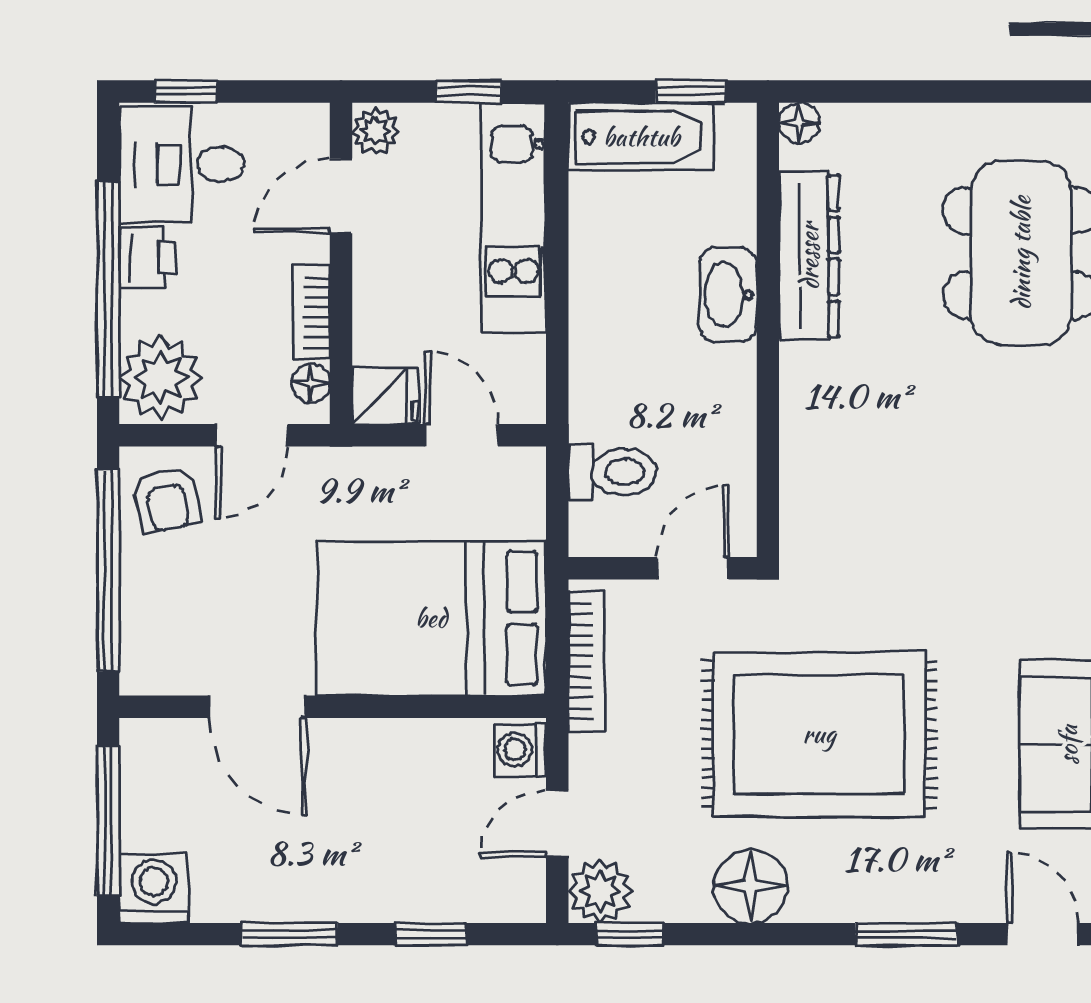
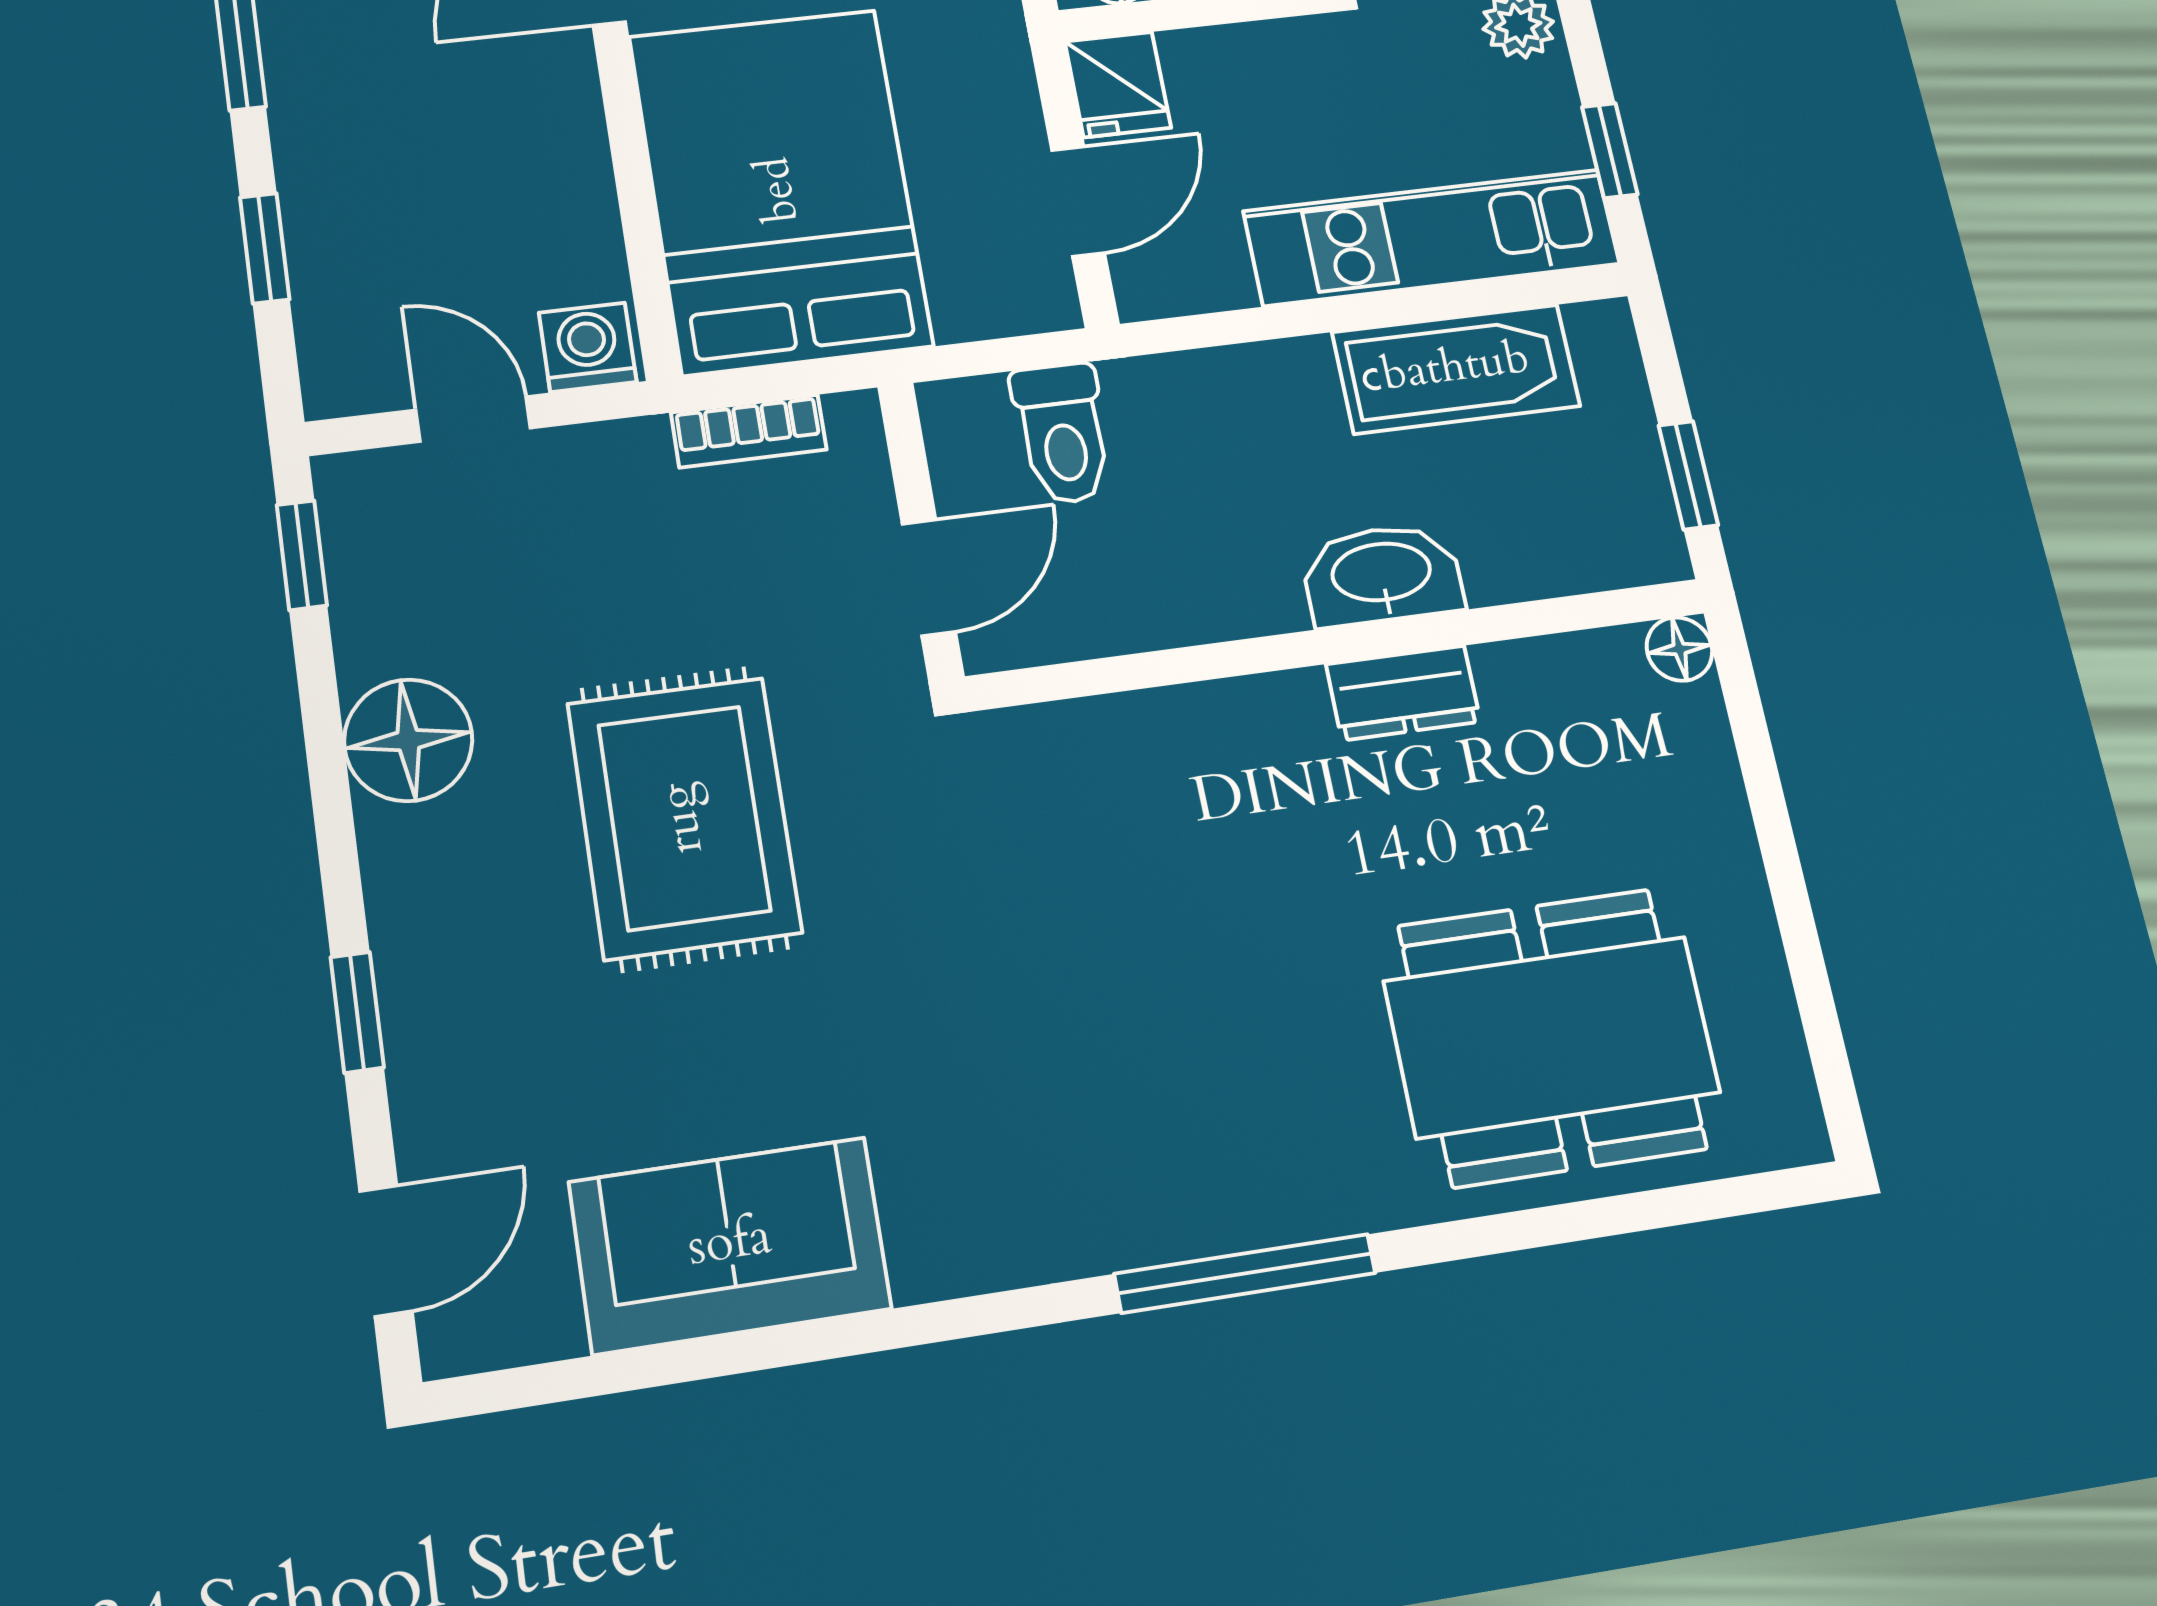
bathtub: (641, 137) -> (1456, 369), moved, turned -90
dresser: (809, 256) -> (1403, 693), width x0.51, depth x0.80
door: (693, 568) -> (929, 577), hinge flipped
bookcase: (586, 661) -> (749, 431), width x0.64
rug: (819, 734) -> (684, 818), width x0.73, depth x0.69
plant: (600, 891) -> (369, 500), removed
window: (906, 934) -> (357, 1012), width x0.67

